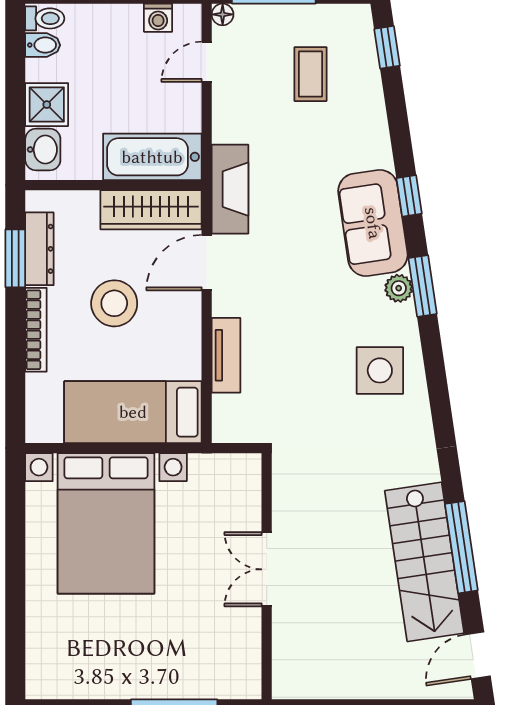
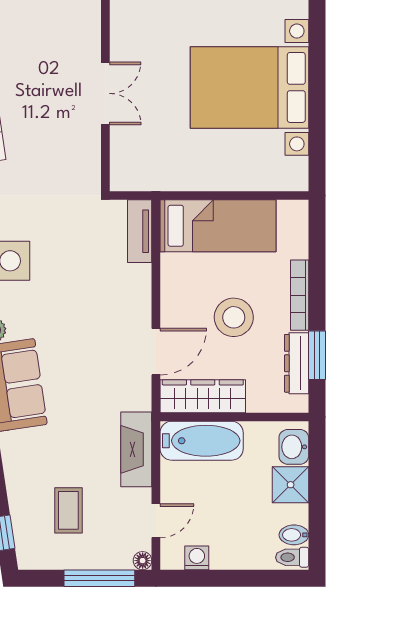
fireplace: (230, 189) -> (136, 449), moved
tv unit: (226, 355) -> (140, 231), moved
bed with nightstands: (106, 523) -> (250, 87), moved, turned -90

